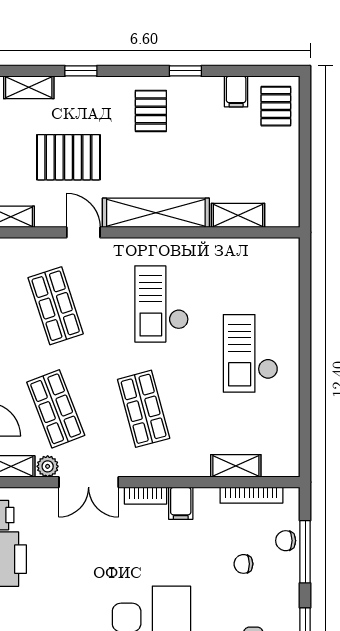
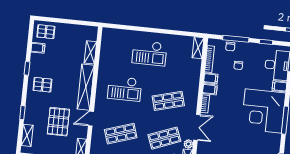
shelving: (236, 466) -> (198, 48), moved
filing cabinet: (206, 503) -> (211, 78), added

